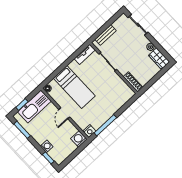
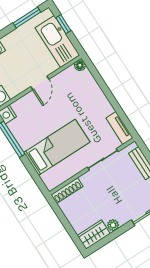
bed: (74, 87) -> (57, 147), moved, turned 180
door: (64, 113) -> (40, 83), swing flipped

